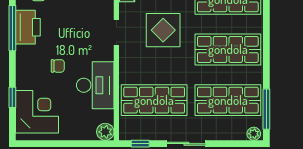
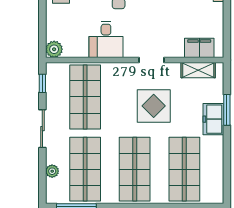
desk: (95, 85) -> (106, 39), width x0.73
plant: (254, 134) -> (52, 171), moved

